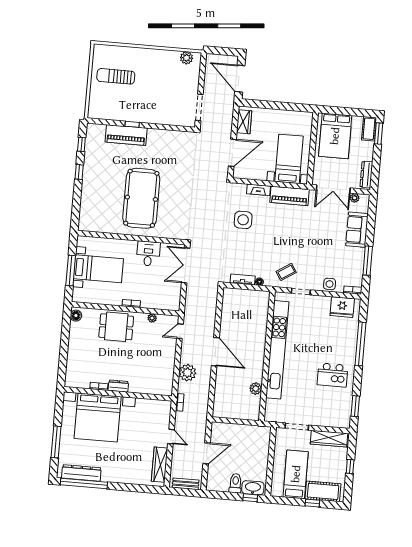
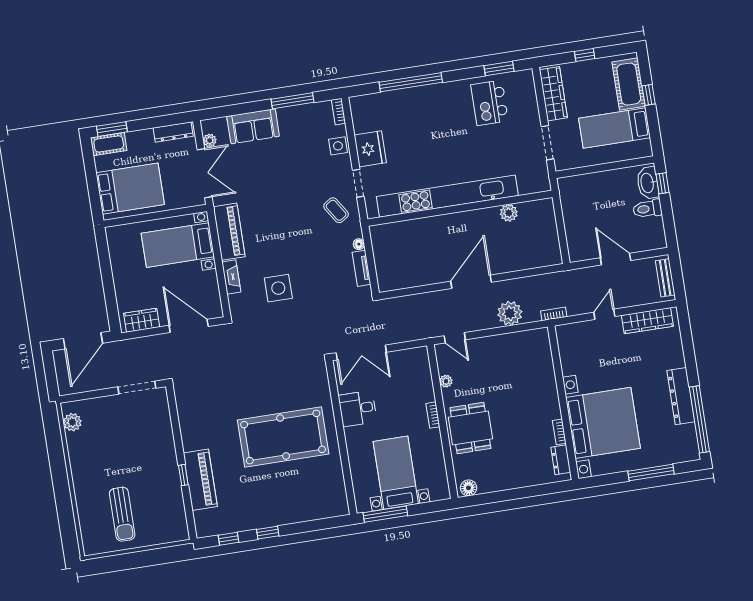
window: (71, 271) -> (385, 514), moved
fridge: (342, 307) -> (370, 149), moved
kitchen island: (332, 375) -> (490, 103), moved, turned 180
dresser: (118, 386) -> (561, 460), moved
dresser: (81, 473) -> (681, 396), moved

